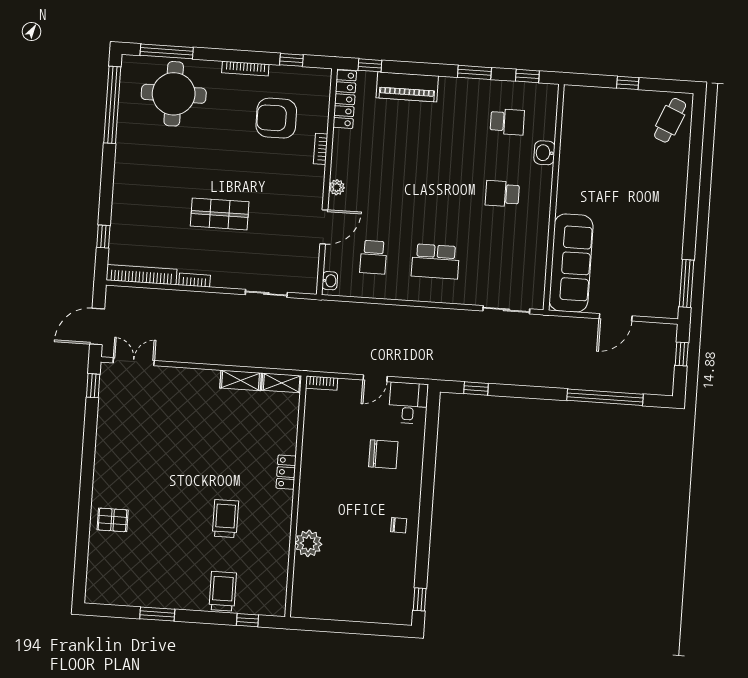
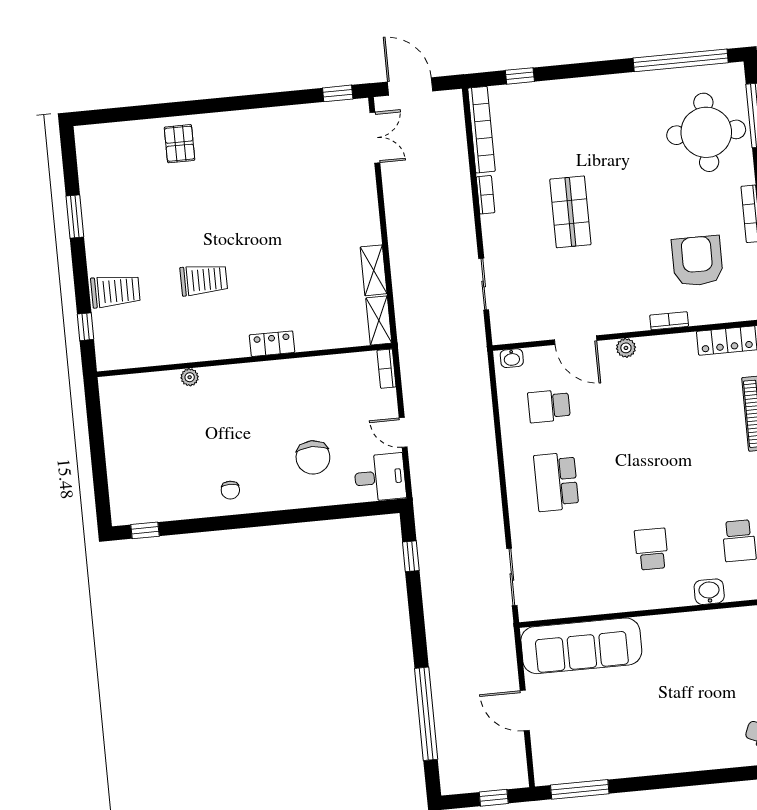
plant: (308, 543) -> (190, 377), width x0.53, depth x0.53

